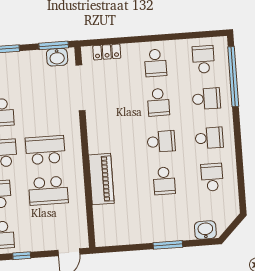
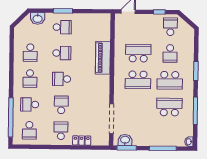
locker: (107, 52) -> (82, 141), moved
school desk: (209, 138) -> (30, 79), turned -90
school desk: (164, 181) -> (62, 53), turned 90
school desk: (167, 220) -> (62, 27), added

